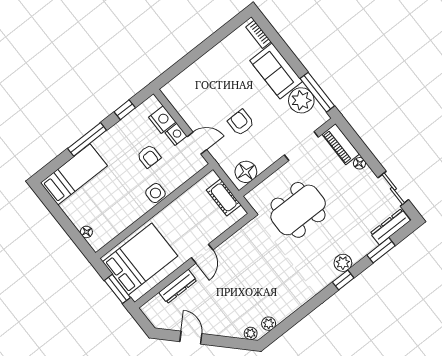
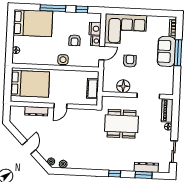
corner sofa: (201, 87) -> (125, 29), added
window: (317, 92) -> (178, 53), moved
plant: (301, 100) -> (166, 75), removed
door: (197, 143) -> (102, 53), hinge flipped
floor lamp: (246, 172) -> (123, 86), moved
bed: (74, 174) -> (33, 23), width x1.50
dresser: (390, 227) -> (146, 167), moved
plant: (343, 263) -> (121, 166), removed
window: (117, 289) -> (8, 89), removed
door: (191, 338) -> (29, 147), moved

